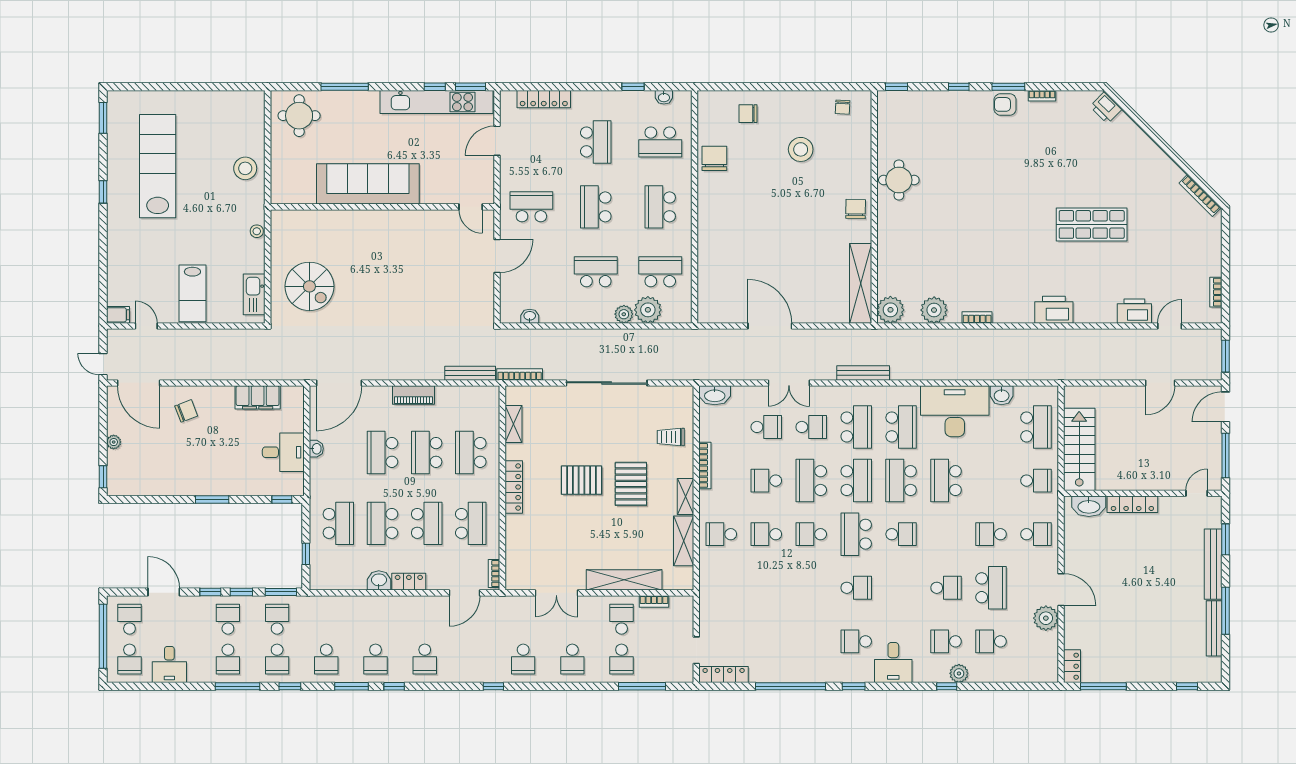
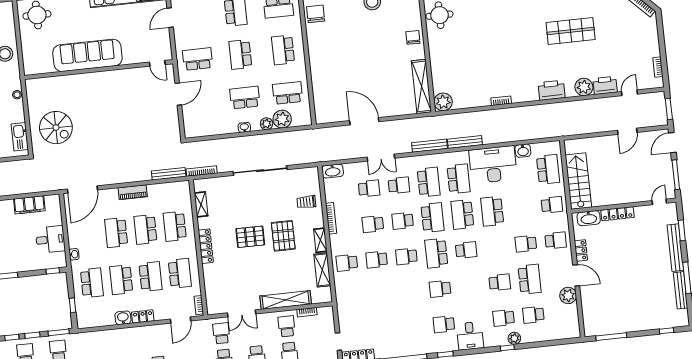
plant: (934, 310) -> (584, 87), moved
washbasin: (530, 316) -> (244, 127), moved
bench: (916, 373) -> (465, 142), added
washbasin: (316, 449) -> (74, 254), moved
school desk: (811, 481) -> (403, 221), width x0.54
school desk: (856, 588) -> (440, 289), turned 180
school desk: (523, 619) -> (221, 333), added
locker: (1072, 666) -> (581, 250), moved

